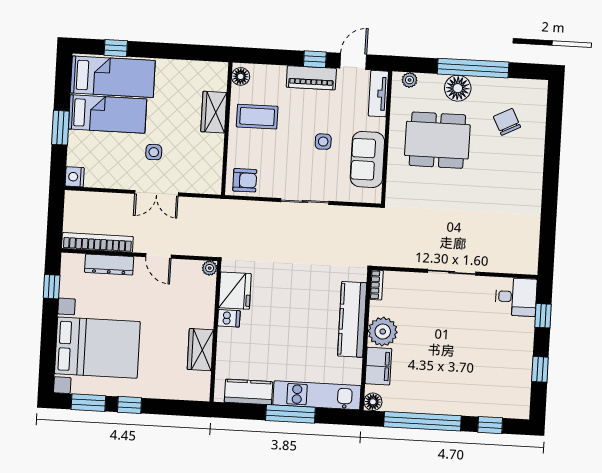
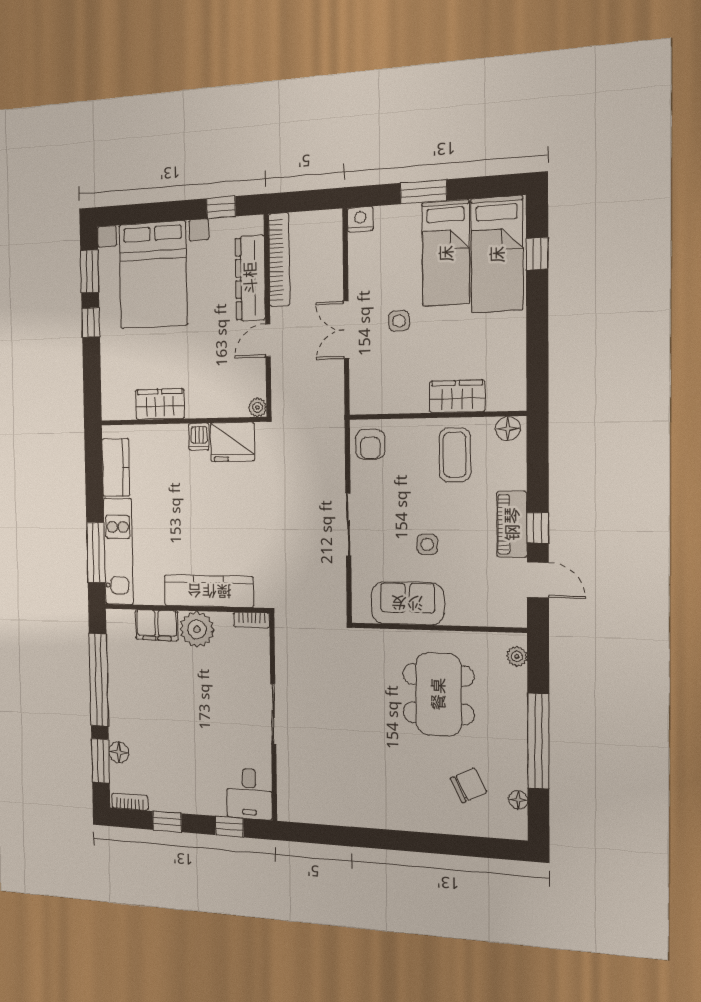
floor lamp: (458, 88) -> (518, 800), moved, width x0.53, depth x0.53
tv unit: (378, 94) -> (496, 615), removed
dresser: (109, 264) -> (250, 278), width x1.37, depth x1.24
bookcase: (524, 401) -> (130, 802), added
floor lamp: (373, 402) -> (119, 752), moved
window: (290, 414) -> (96, 553), moved
window: (490, 425) -> (100, 761), width x1.50

